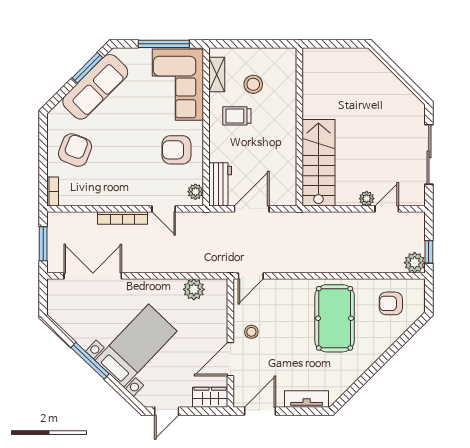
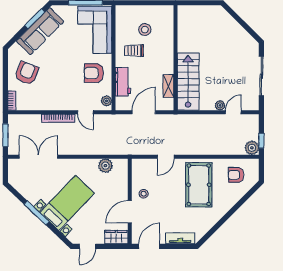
shelving: (217, 74) -> (168, 86), moved
workbench: (220, 184) -> (123, 82), moved
door: (251, 276) -> (166, 157), moved

